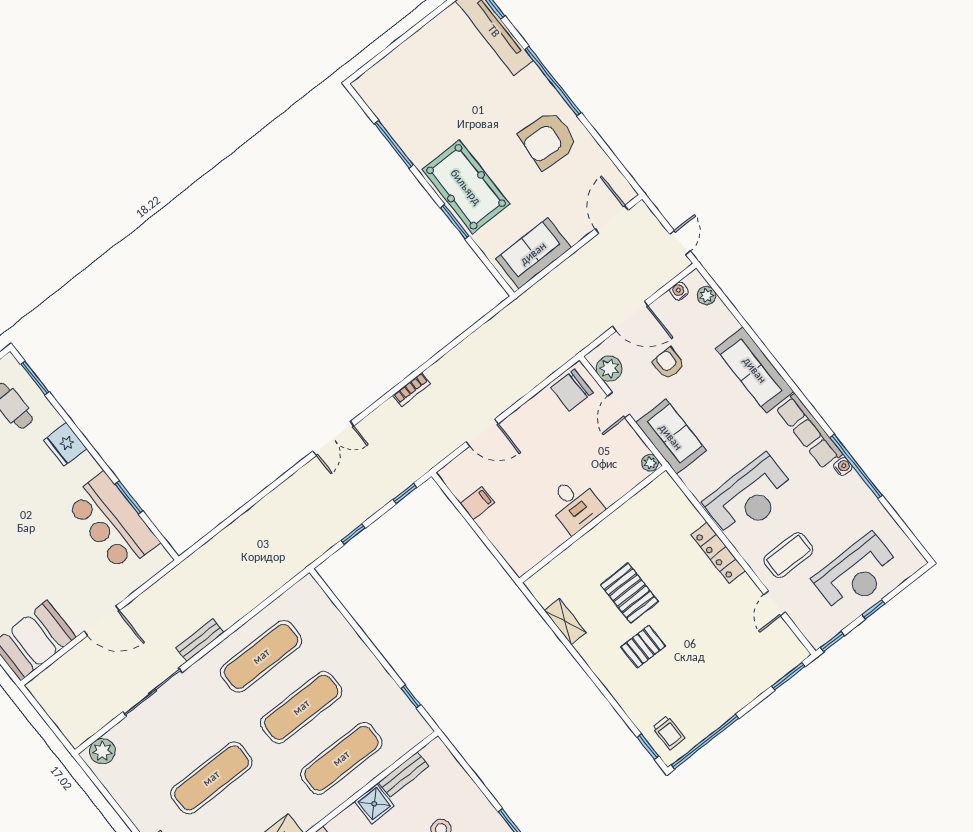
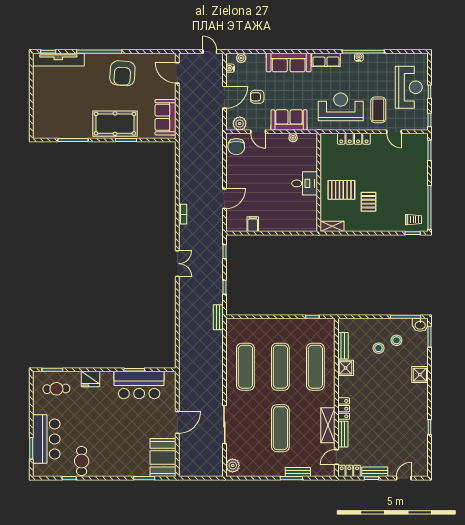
row of seats: (809, 431) -> (326, 60), width x0.68
reception desk: (750, 497) -> (341, 107), turned -90
desk: (575, 505) -> (305, 183), moved
wall: (592, 524) -> (319, 182), moved
bench: (200, 640) -> (218, 317), moved

